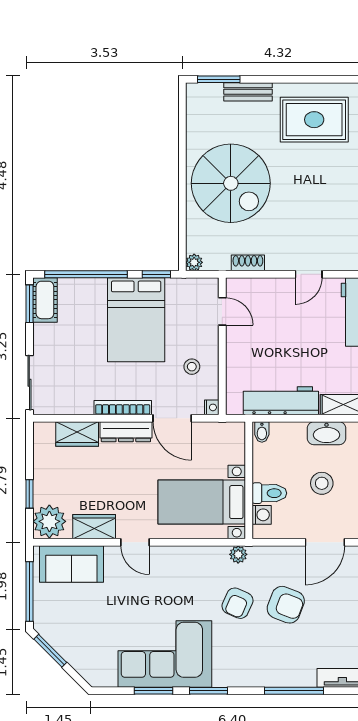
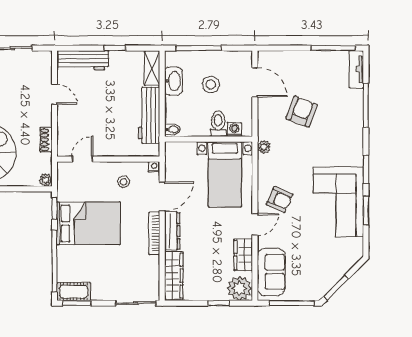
wardrobe: (77, 434) -> (174, 276), width x1.50
armchair: (237, 603) -> (280, 199), moved

